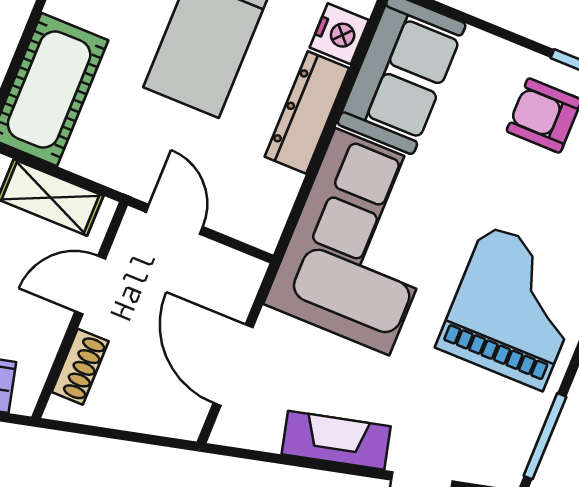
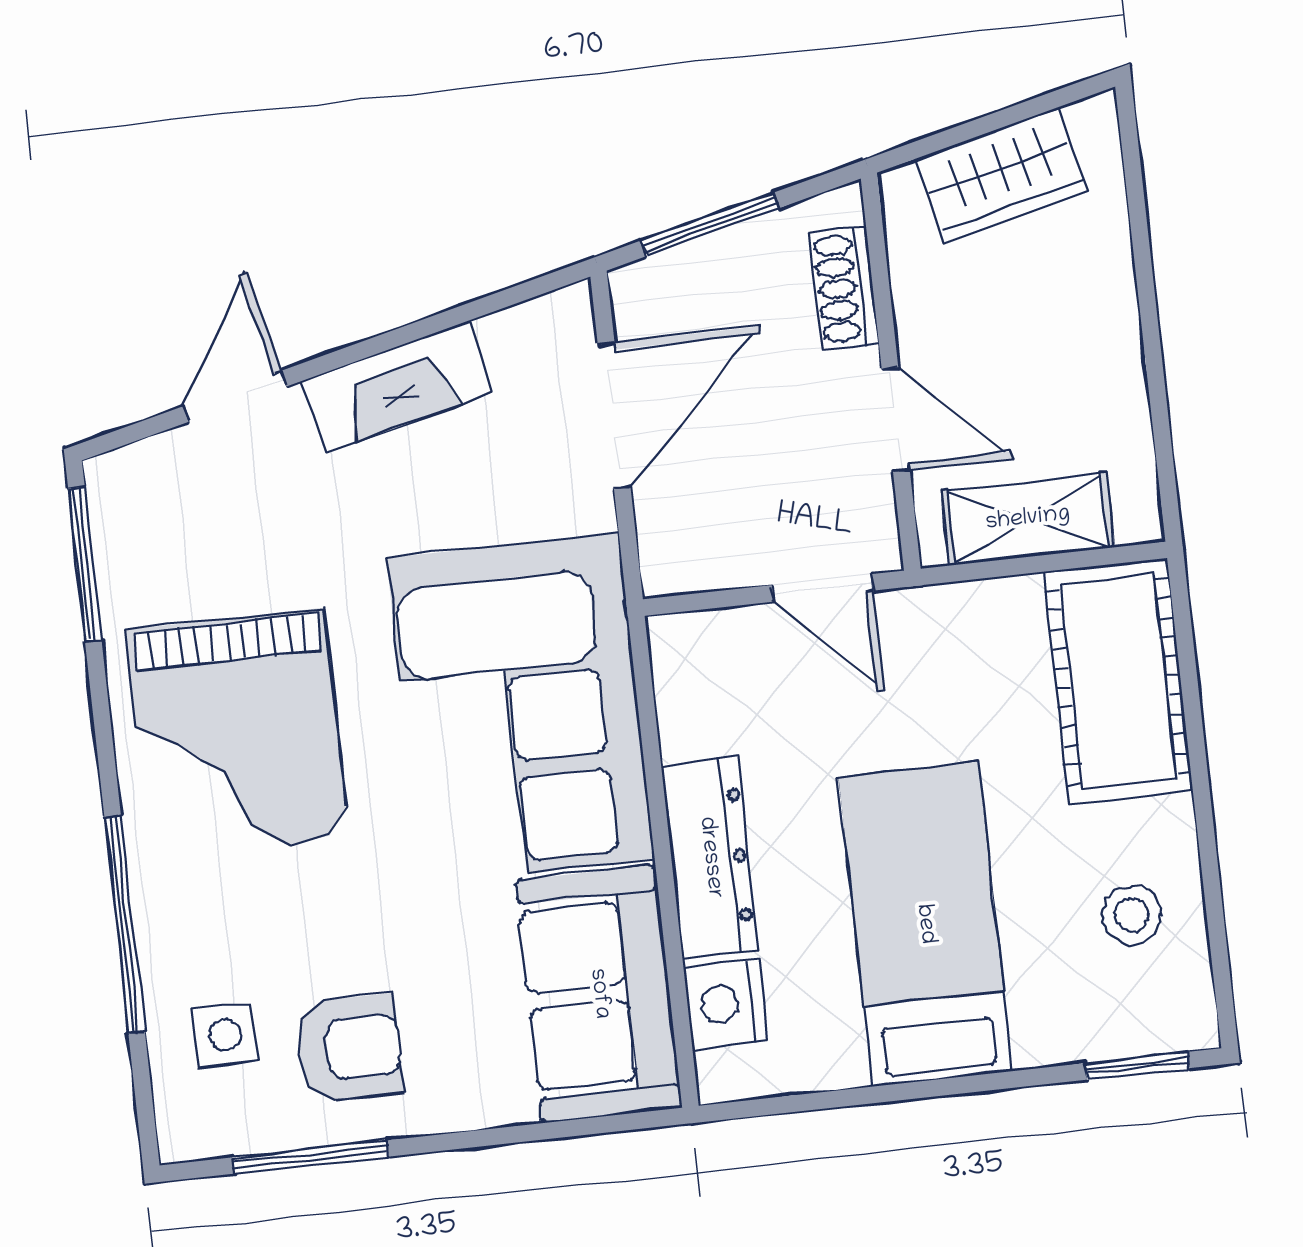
door: (90, 285) -> (896, 420), hinge flipped
door: (233, 365) -> (614, 416), hinge flipped
window: (131, 436) -> (710, 224), added

